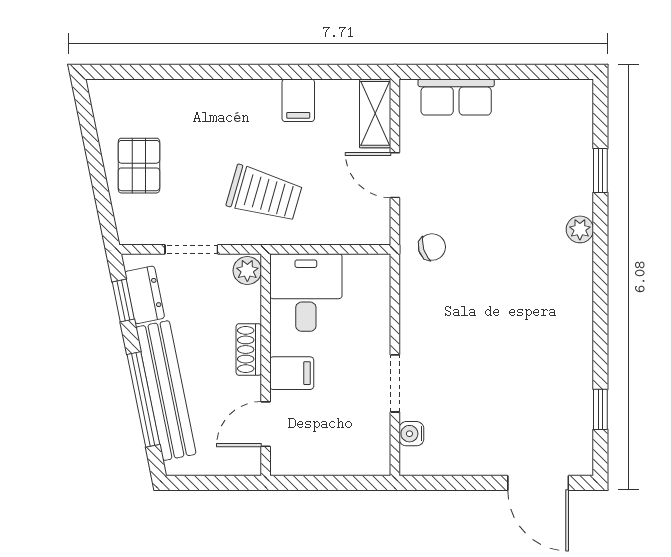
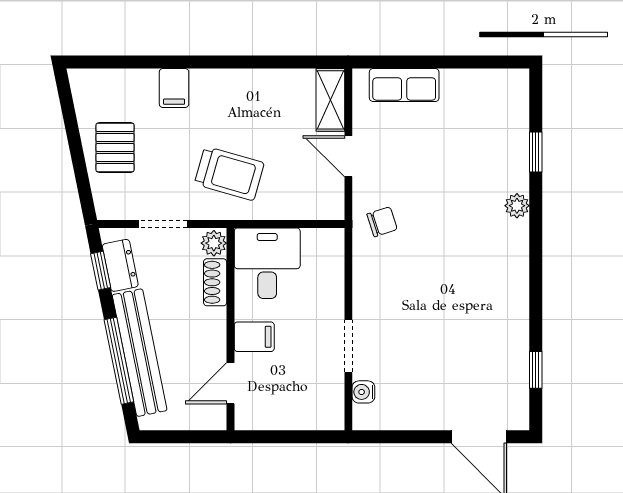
filing cabinet: (298, 100) -> (174, 88), moved
shoe rack: (249, 349) -> (215, 282), moved

